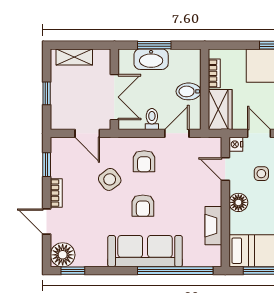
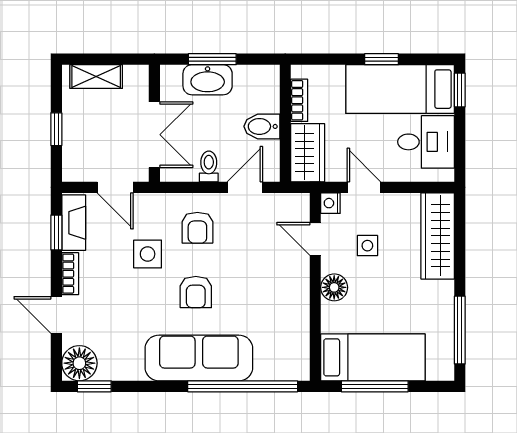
side table: (110, 179) -> (148, 254), turned 37
fireplace: (213, 226) -> (74, 223), moved, turned 180

